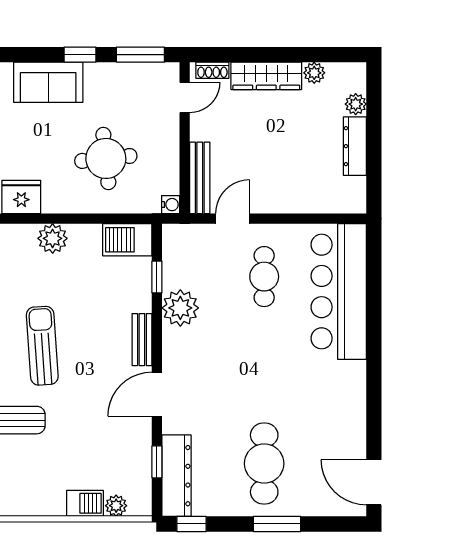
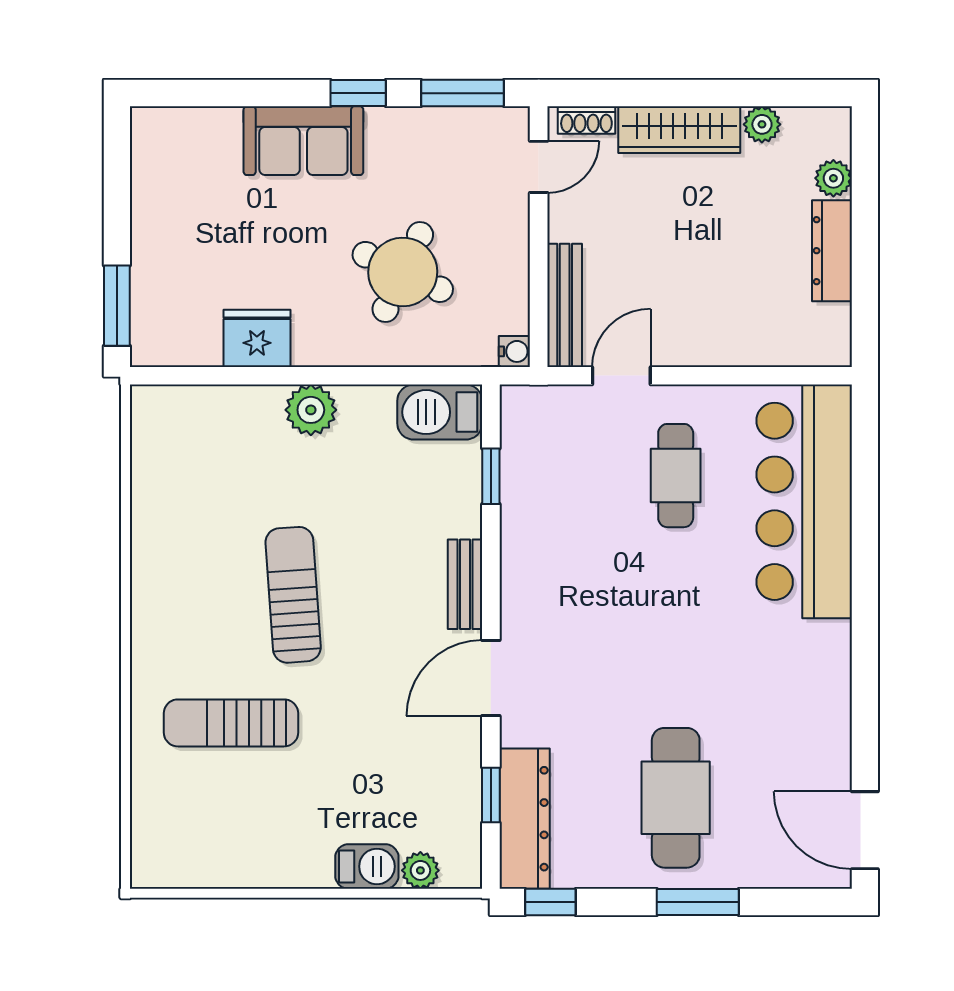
round table: (106, 158) -> (403, 272), turned 31
plant: (180, 308) -> (531, 530), removed

